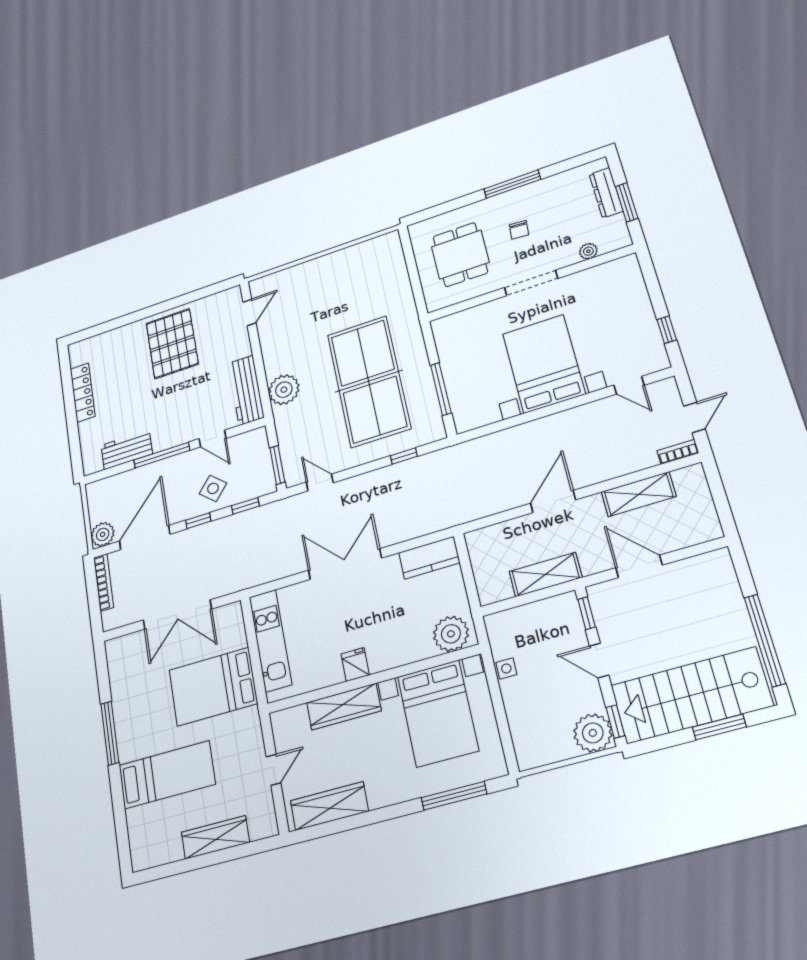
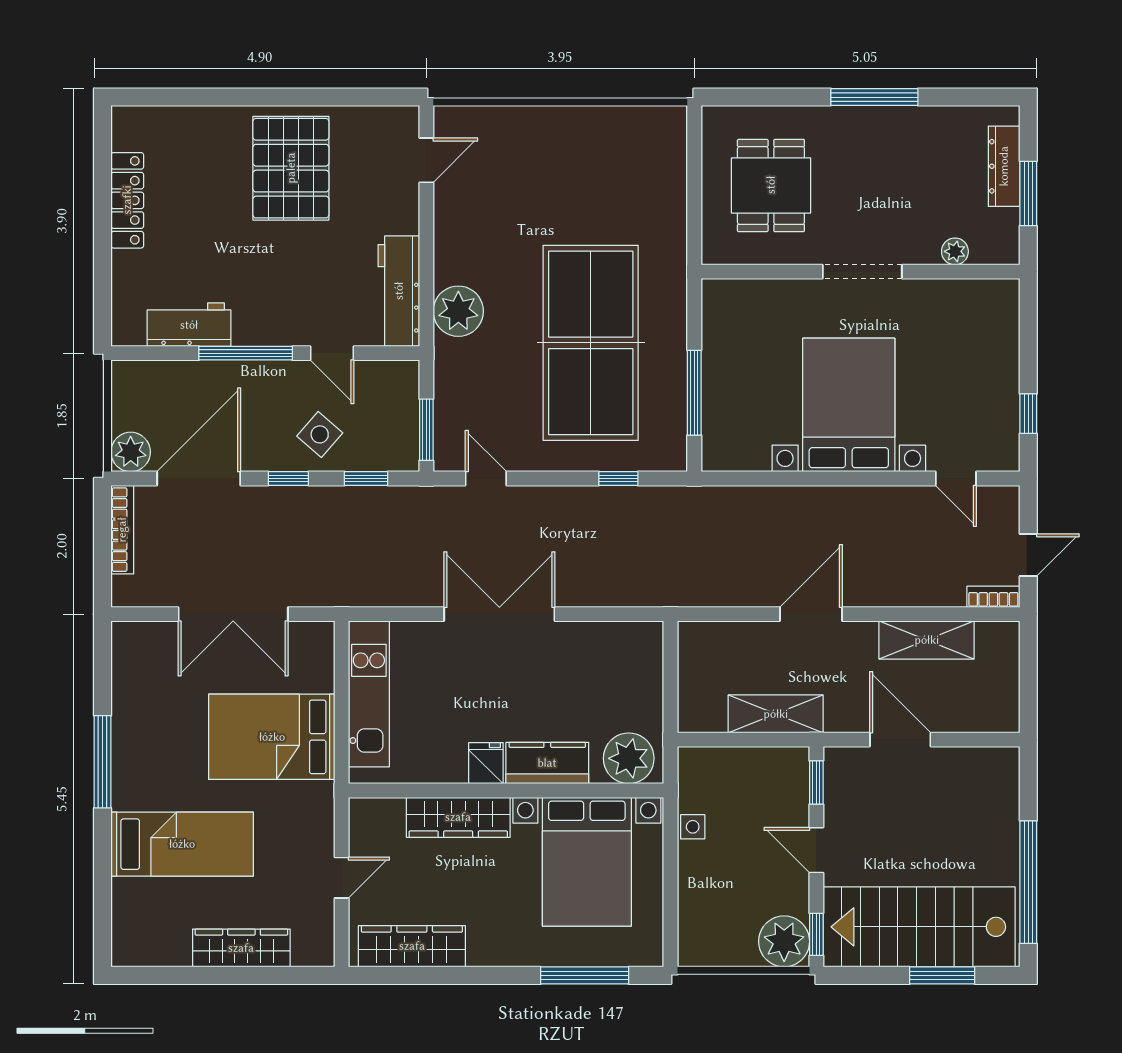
chair: (519, 230) -> (866, 178), removed
kitchen counter: (429, 558) -> (547, 763), moved, turned 180

